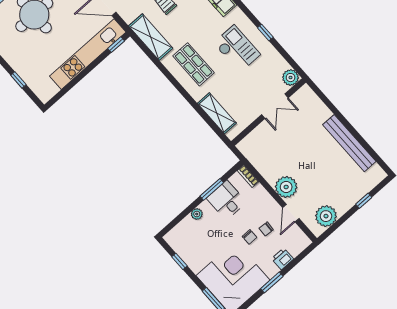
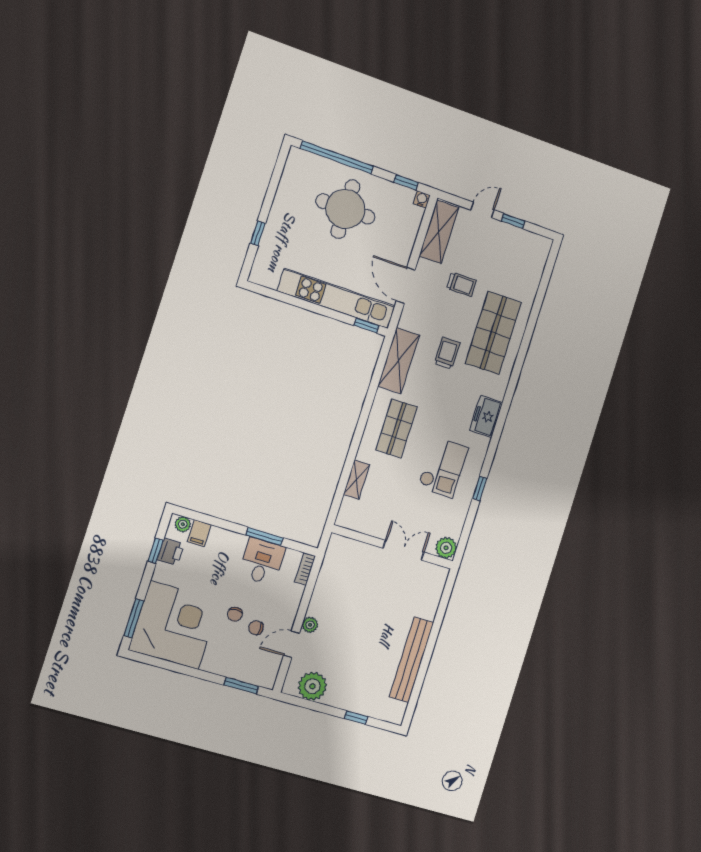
double door: (275, 106) -> (403, 550), swing flipped
shelving: (217, 113) -> (356, 480), width x0.67, depth x0.75
plant: (286, 187) -> (310, 625), width x0.53, depth x0.53
plant: (197, 214) -> (183, 524), moved
filing cabinet: (185, 228) -> (199, 533), added
printer: (283, 259) -> (171, 552), moved, turned 90
window: (272, 282) -> (241, 686), moved

